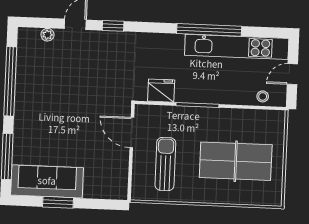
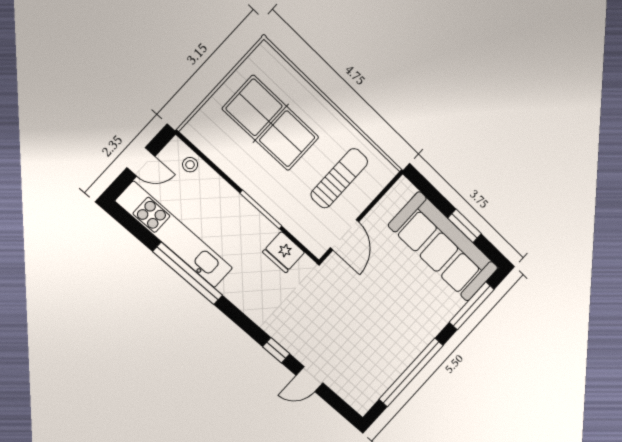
plant: (47, 35) -> (343, 389), removed
sun lounger: (165, 164) -> (339, 178), turned 180
sofa: (47, 181) -> (444, 247), width x1.36, depth x1.27

